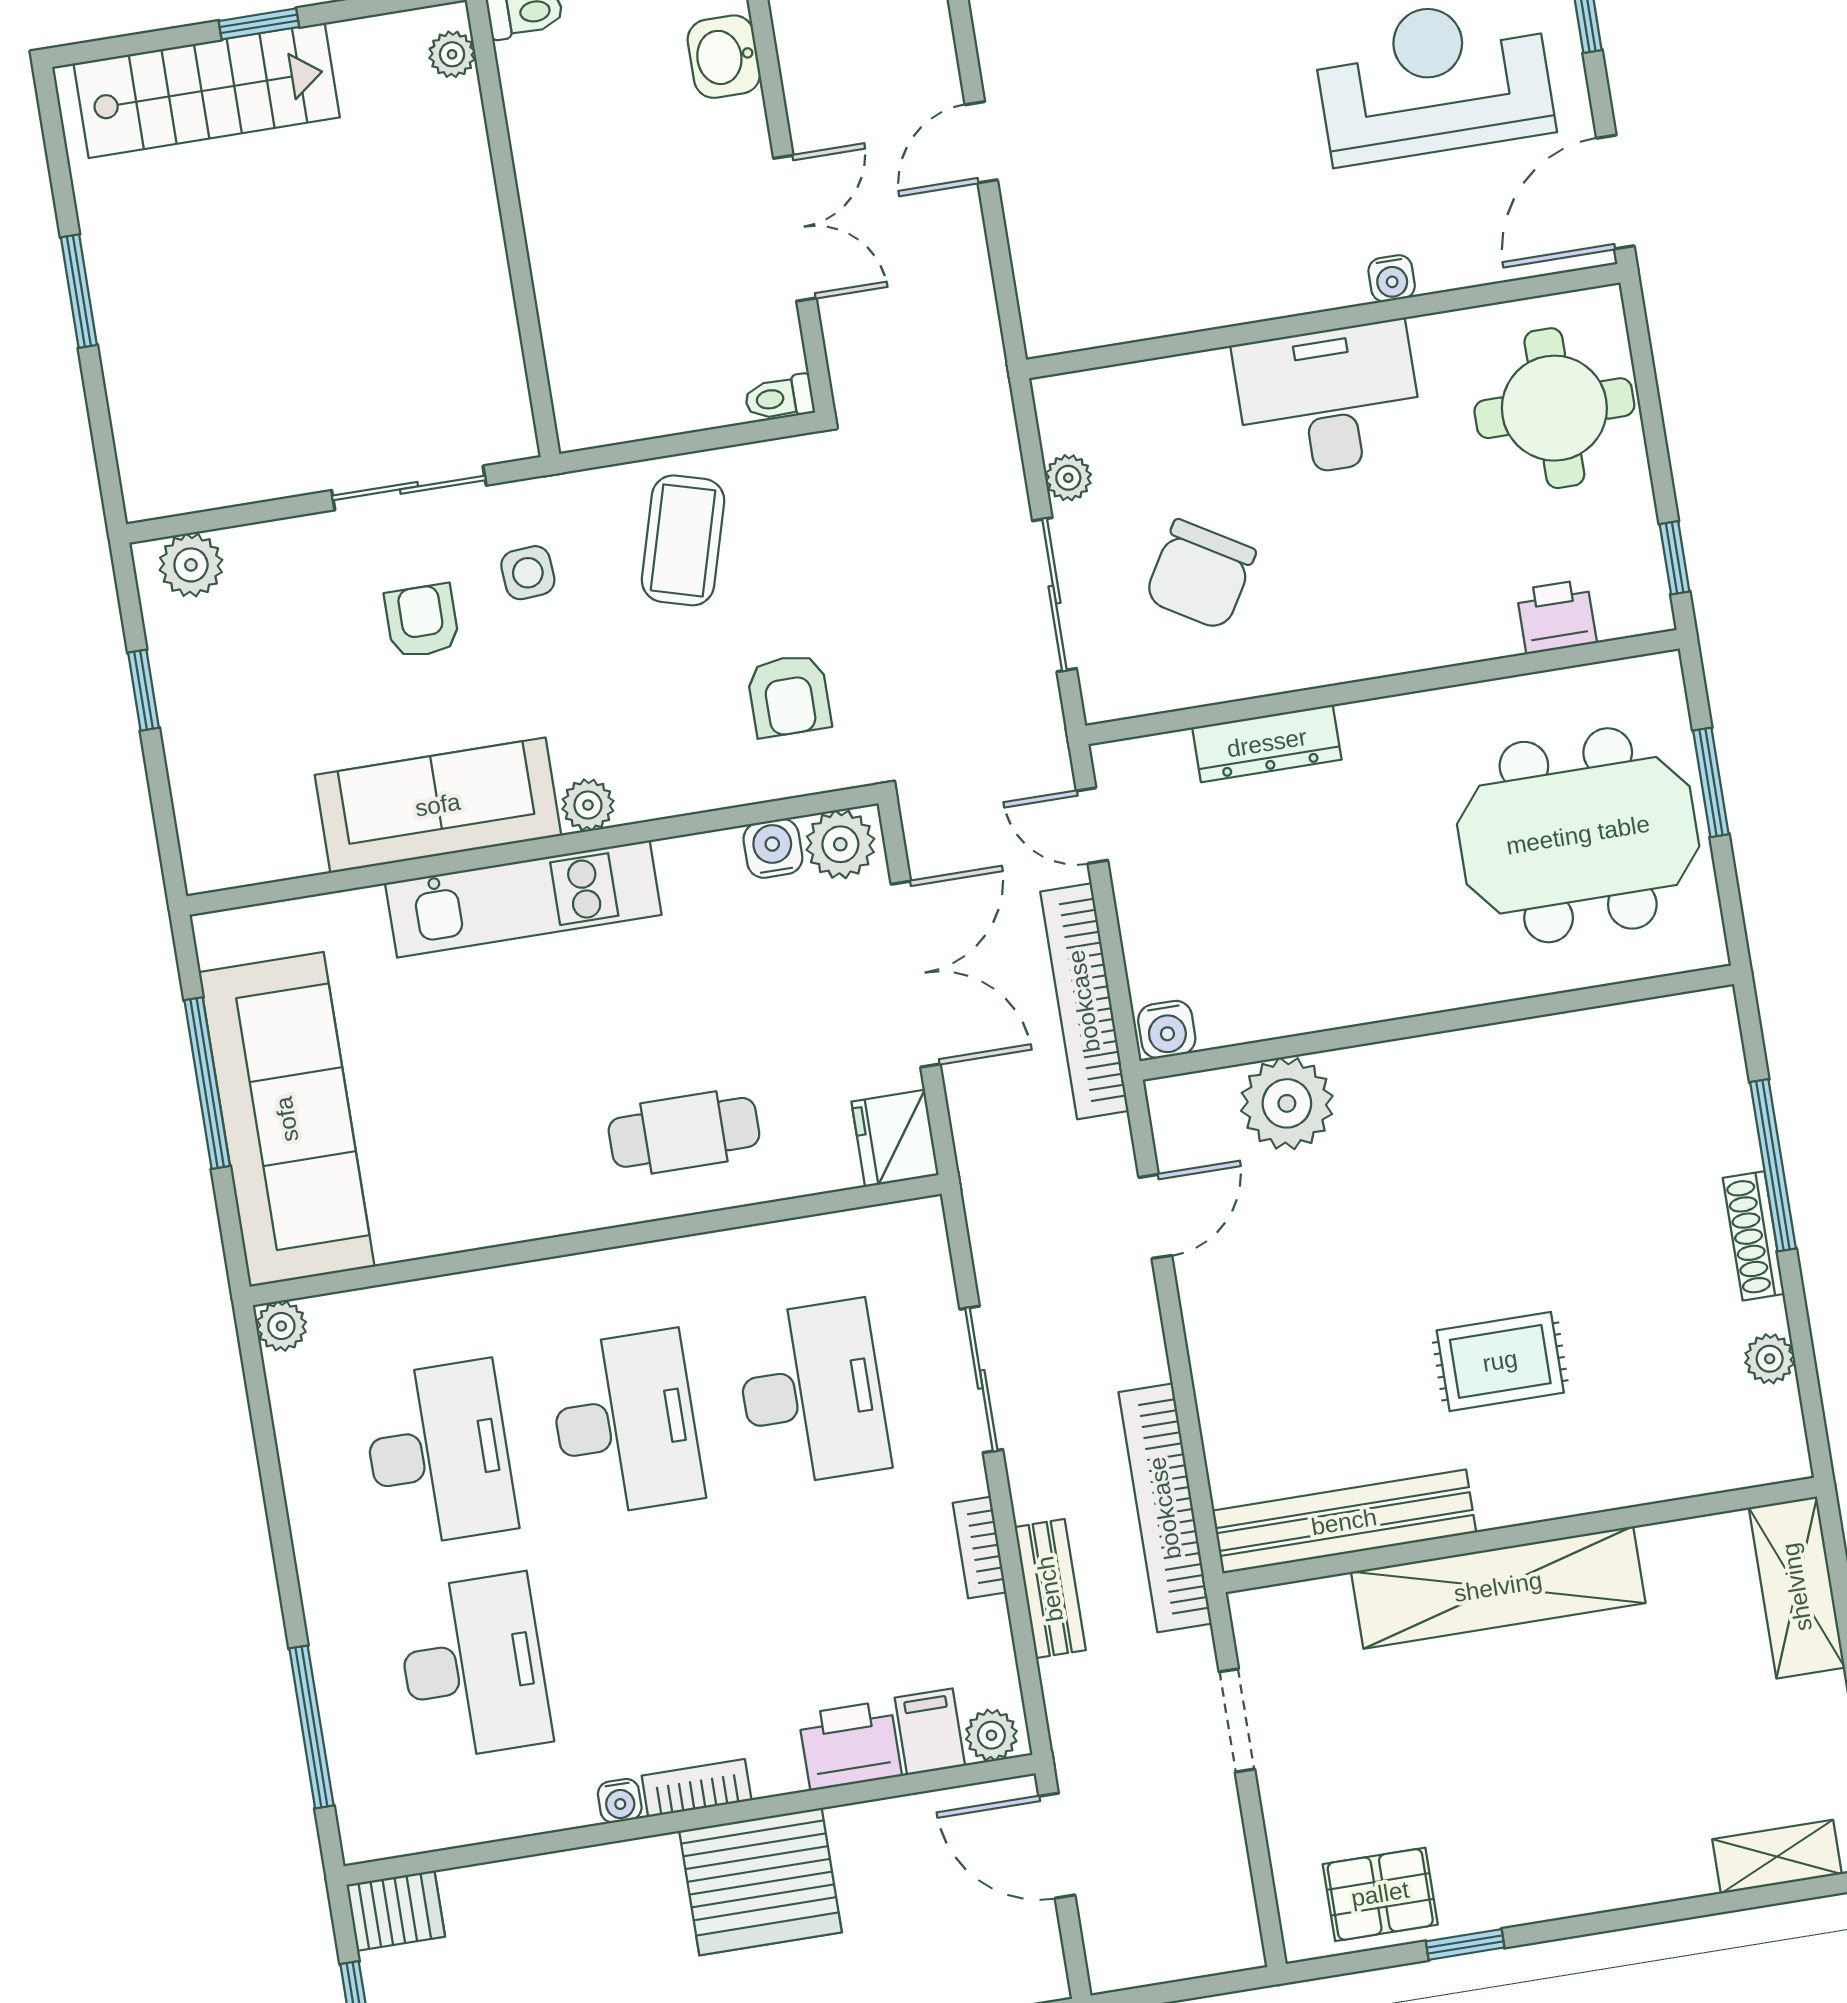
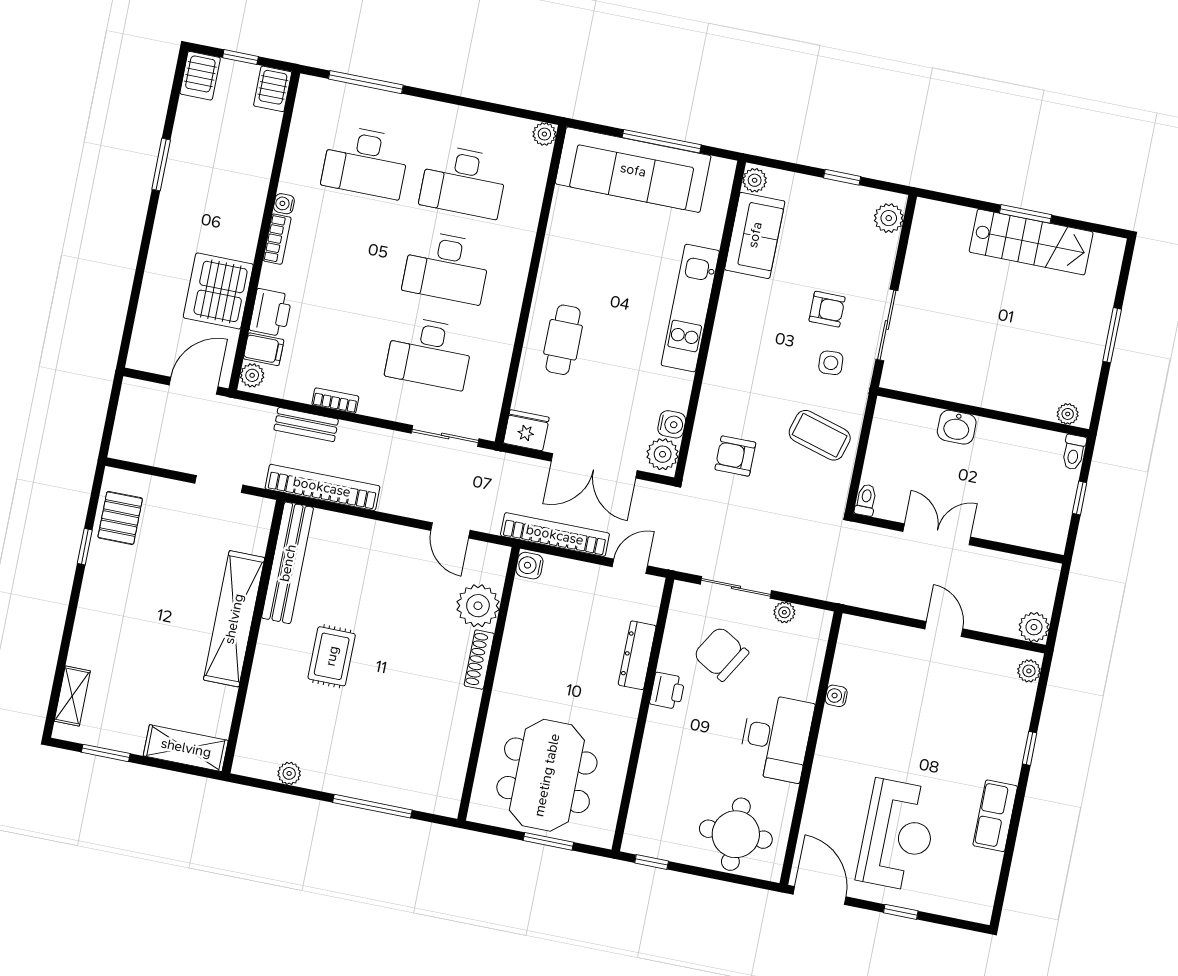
window: (259, 24) -> (1112, 335), width x1.50
washbasin: (724, 57) -> (957, 427), moved, turned 180
stairs: (207, 90) -> (1031, 242), moved, turned -90
double door: (795, 228) -> (937, 534), swing flipped
water cooler: (1392, 278) -> (836, 696), moved
printer: (1557, 617) -> (667, 691), moved
sofa: (438, 805) -> (755, 235), moved, width x0.73
plant: (588, 805) -> (755, 180), moved
shoe rack: (1754, 1236) -> (479, 660), moved, turned -90
sliding door: (981, 1379) -> (445, 436), moved
server rack: (760, 1882) -> (218, 291), moved

